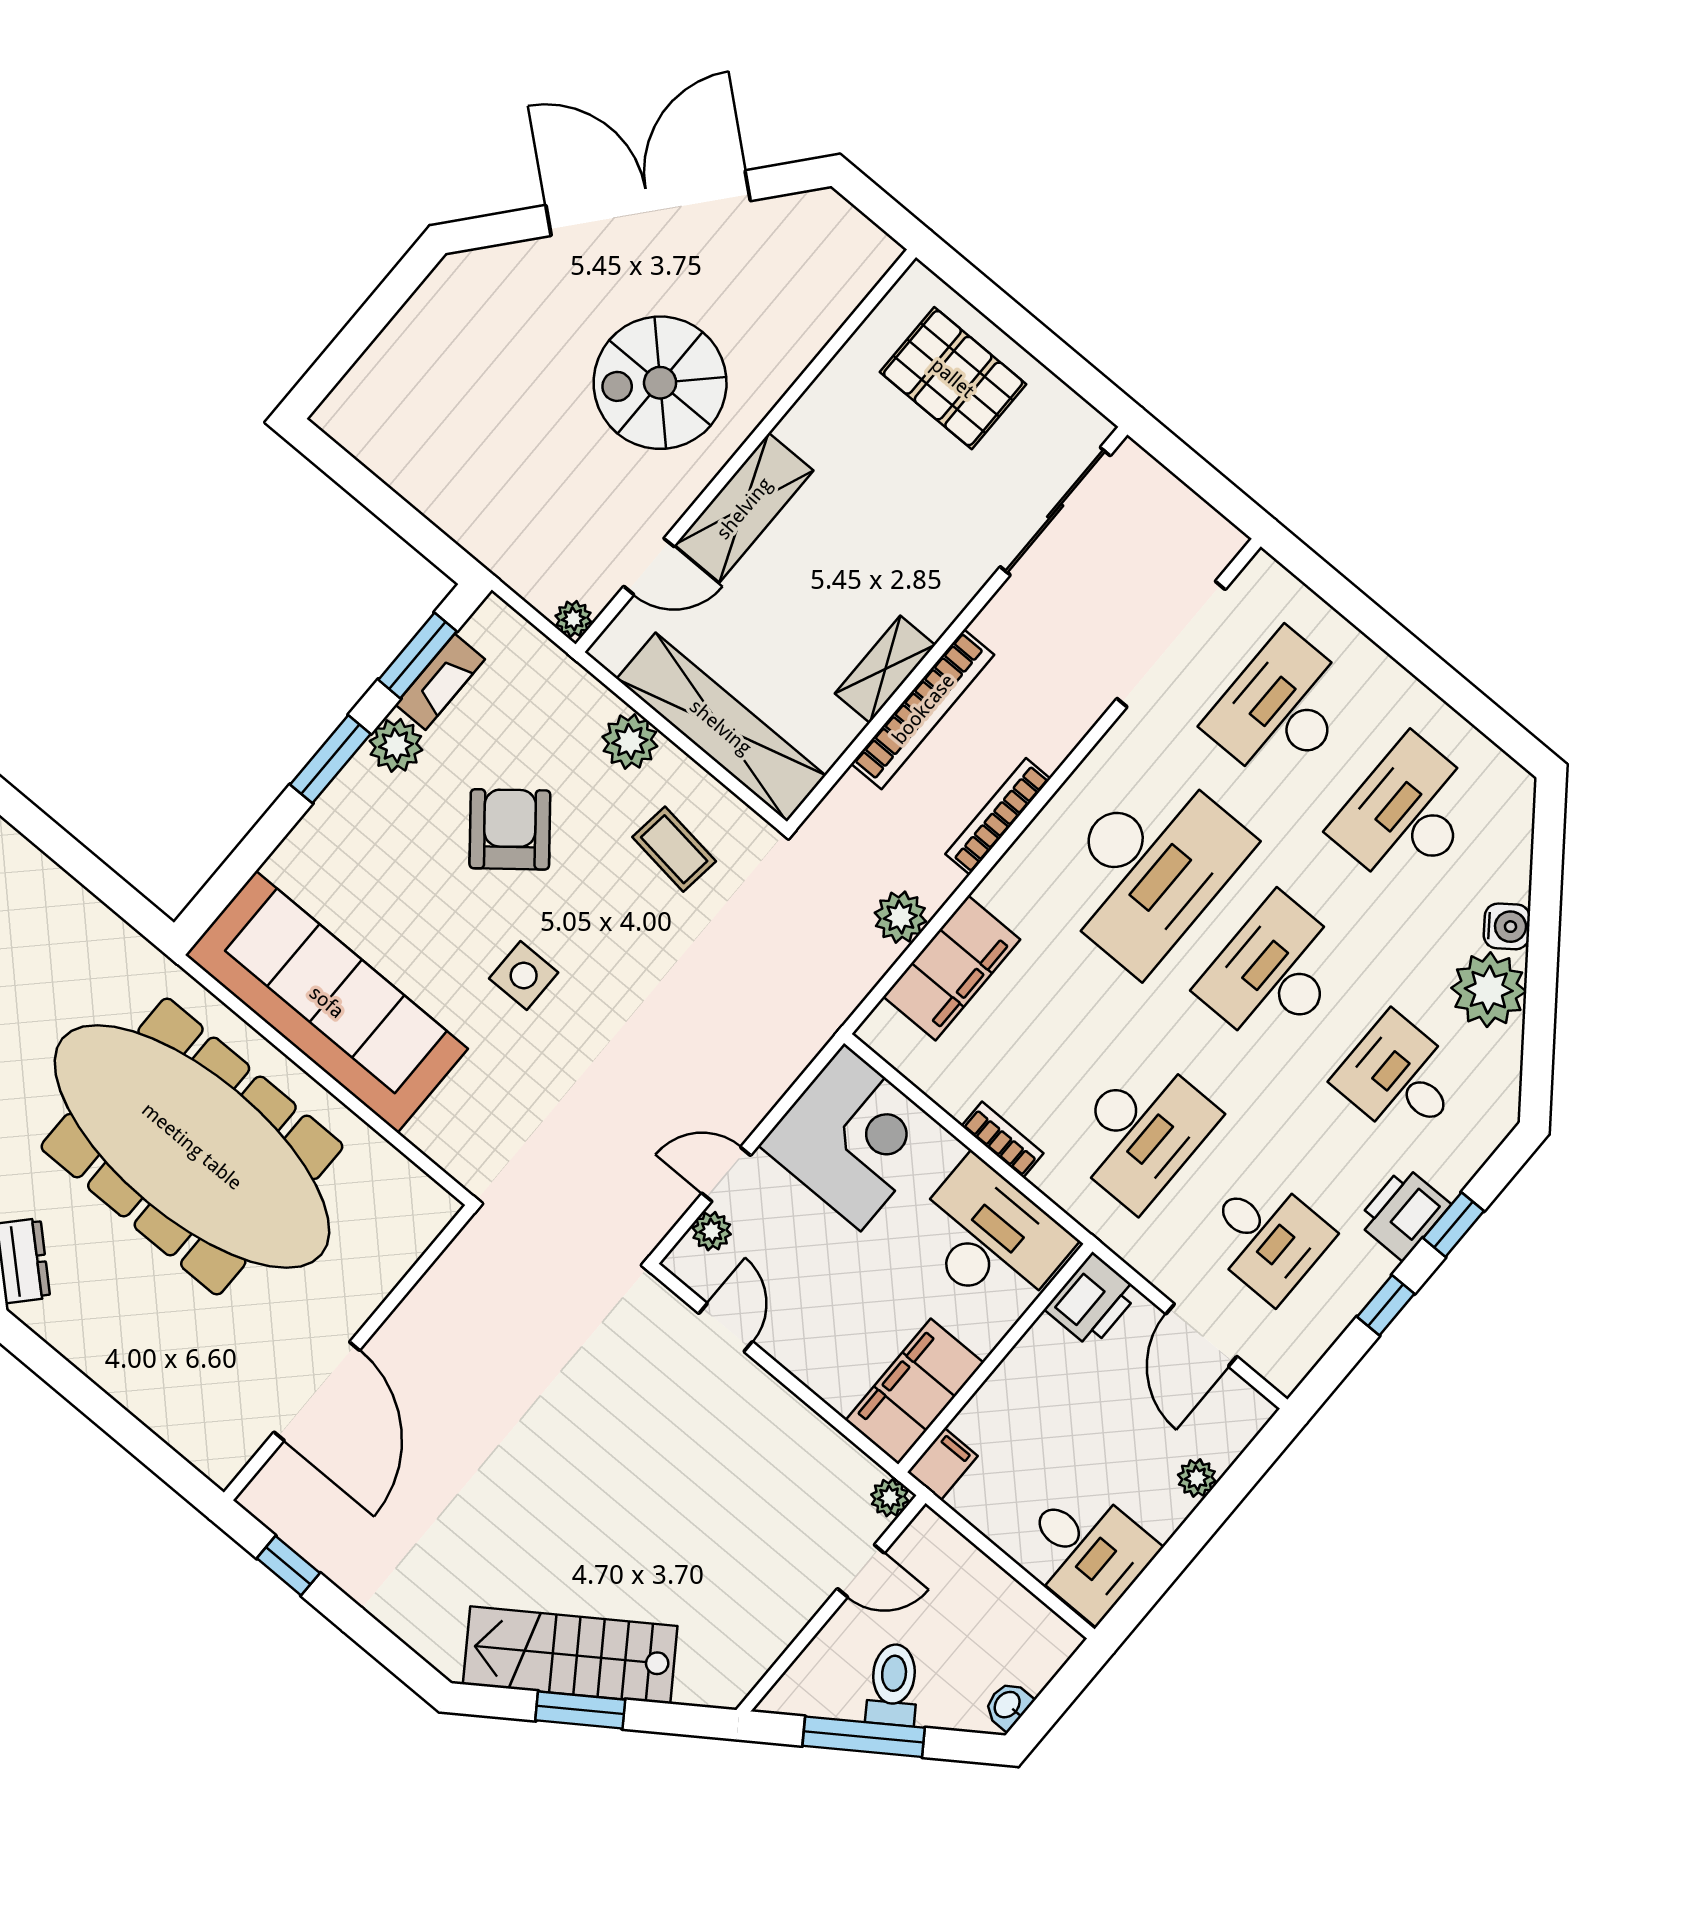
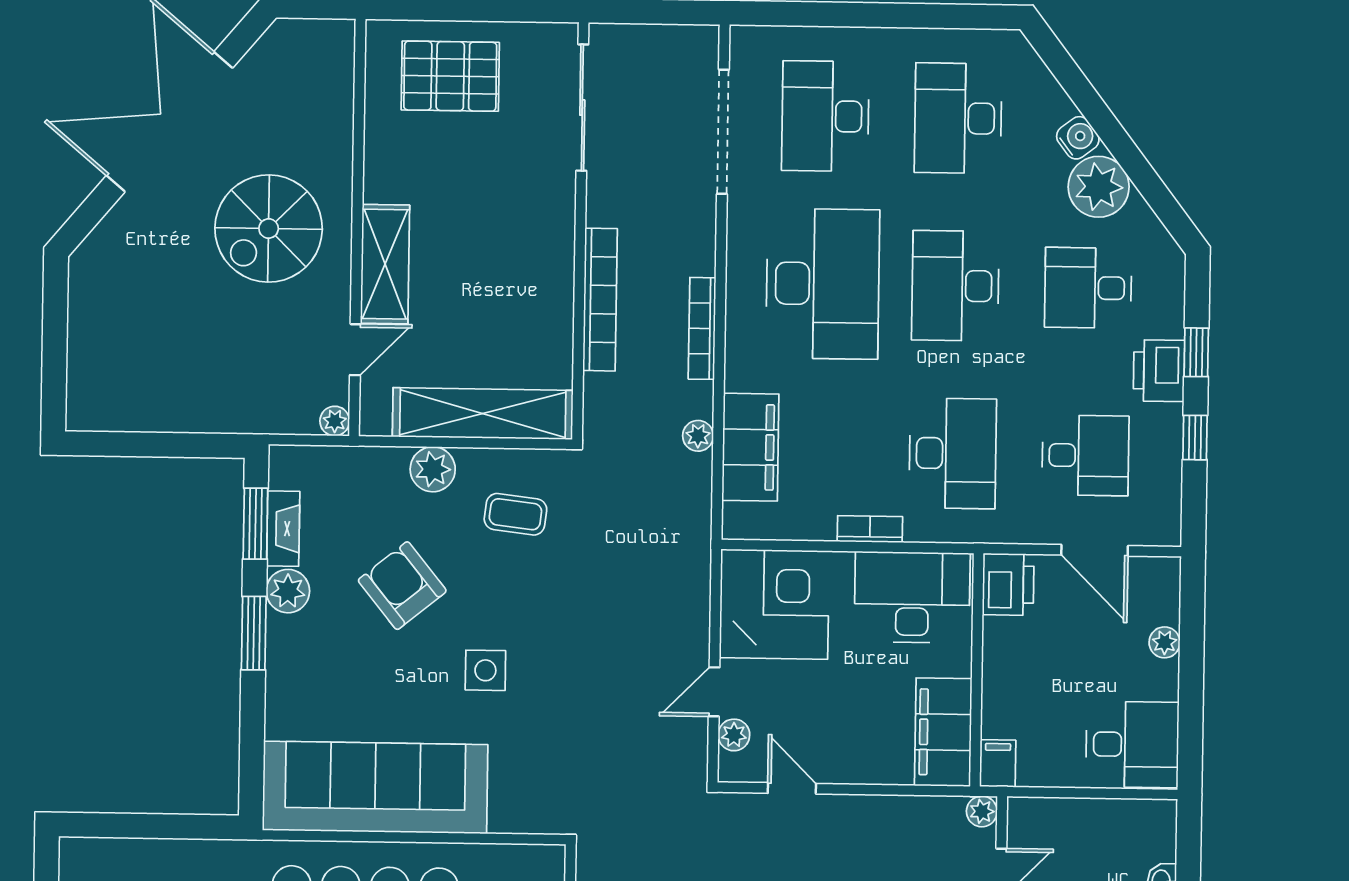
shelving: (885, 669) -> (556, 294), removed
plant: (900, 917) -> (698, 436), width x0.73, depth x0.73

